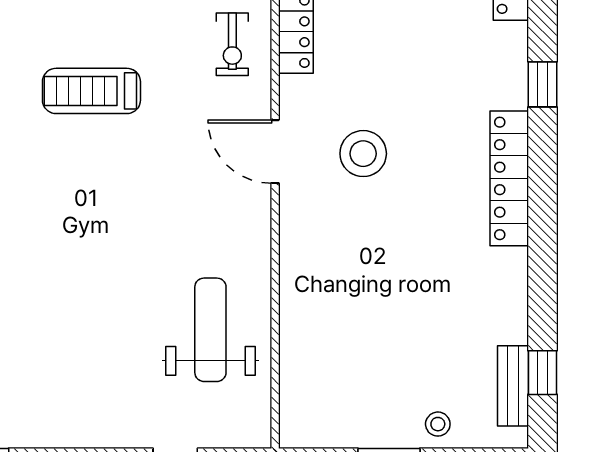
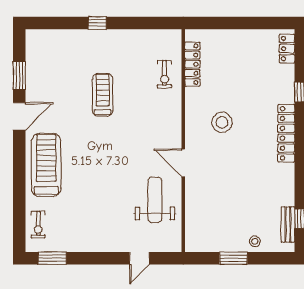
treadmill: (91, 91) -> (103, 95), turned 90
door: (275, 152) -> (183, 163), moved

